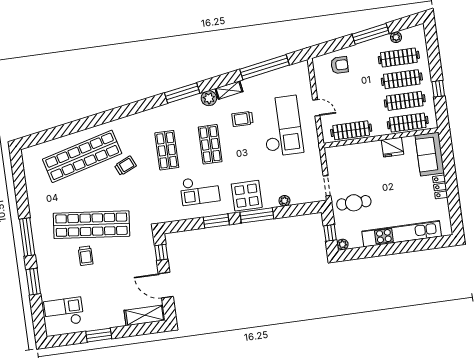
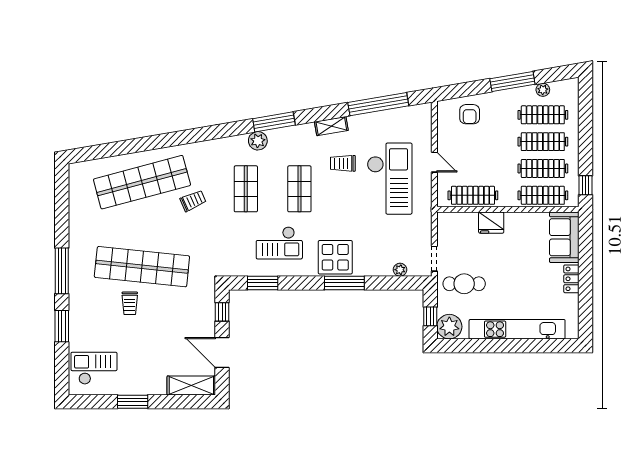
armchair: (339, 65) -> (470, 114), turned 90
window: (438, 89) -> (586, 185), moved
plant: (209, 98) -> (258, 141), moved
fridge: (393, 147) -> (491, 223), moved
plant: (284, 201) -> (400, 270), moved
window: (216, 221) -> (263, 283), moved
plant: (343, 244) -> (449, 327), width x1.88, depth x1.88

